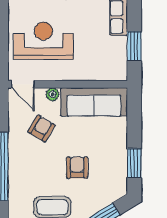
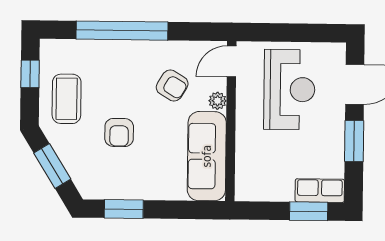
window: (134, 46) -> (309, 211), moved
armchair: (77, 168) -> (119, 132), turned 90

